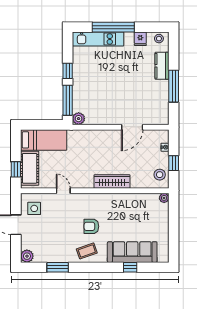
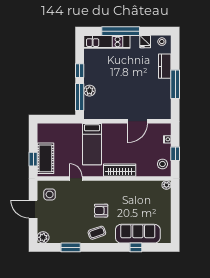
plant: (79, 119) -> (89, 91), moved
bed: (44, 140) -> (92, 144), moved, turned 90

